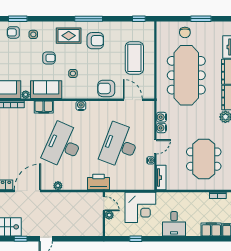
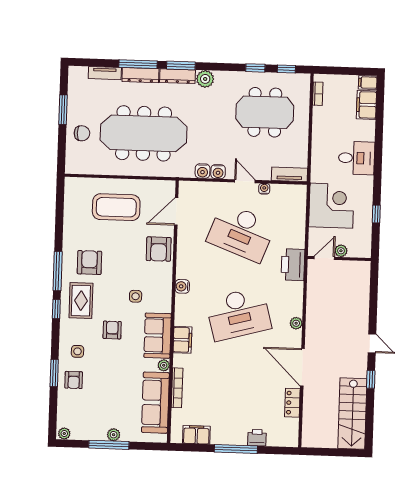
window: (139, 19) -> (56, 309), moved
desk: (63, 145) -> (239, 314), turned -39

